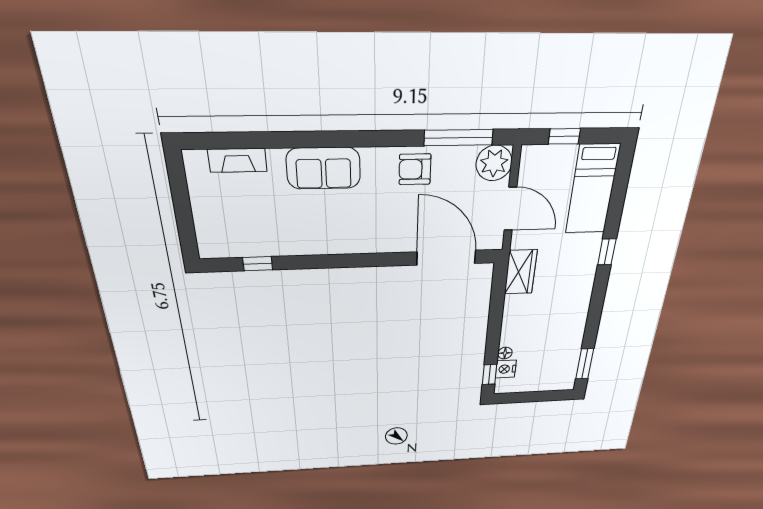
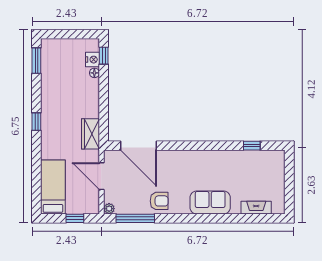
plant: (494, 163) -> (109, 209), width x0.53, depth x0.53
window: (607, 252) -> (36, 122), moved

